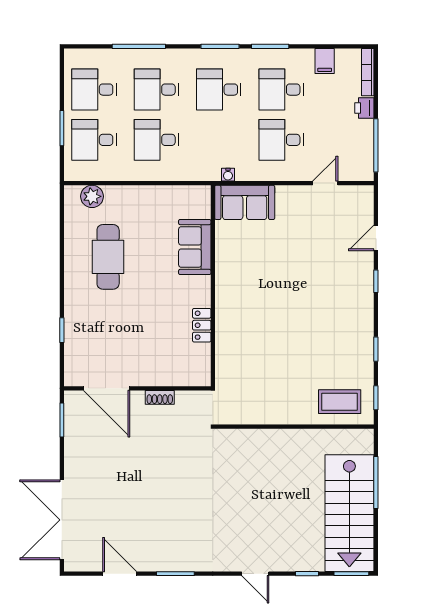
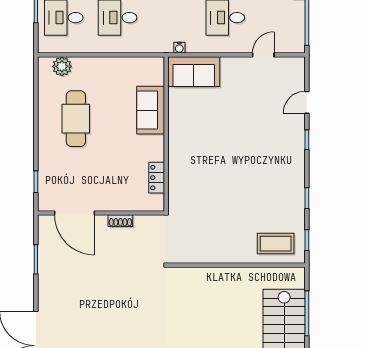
door: (107, 388) -> (75, 213), moved
wall: (137, 388) -> (101, 213), moved
shoe rack: (160, 397) -> (120, 221), moved

